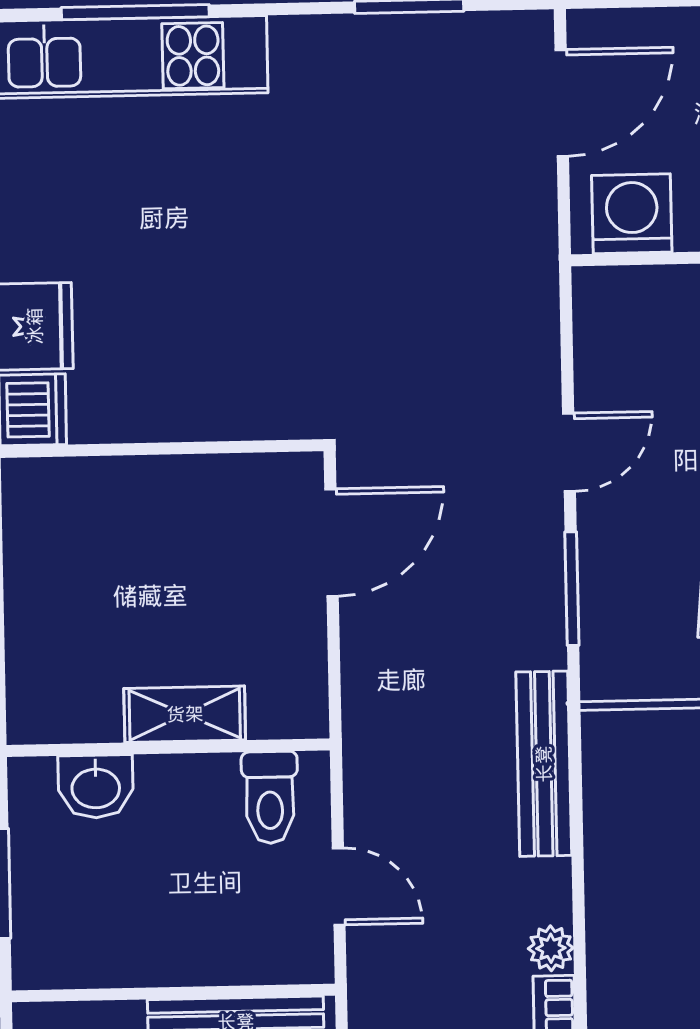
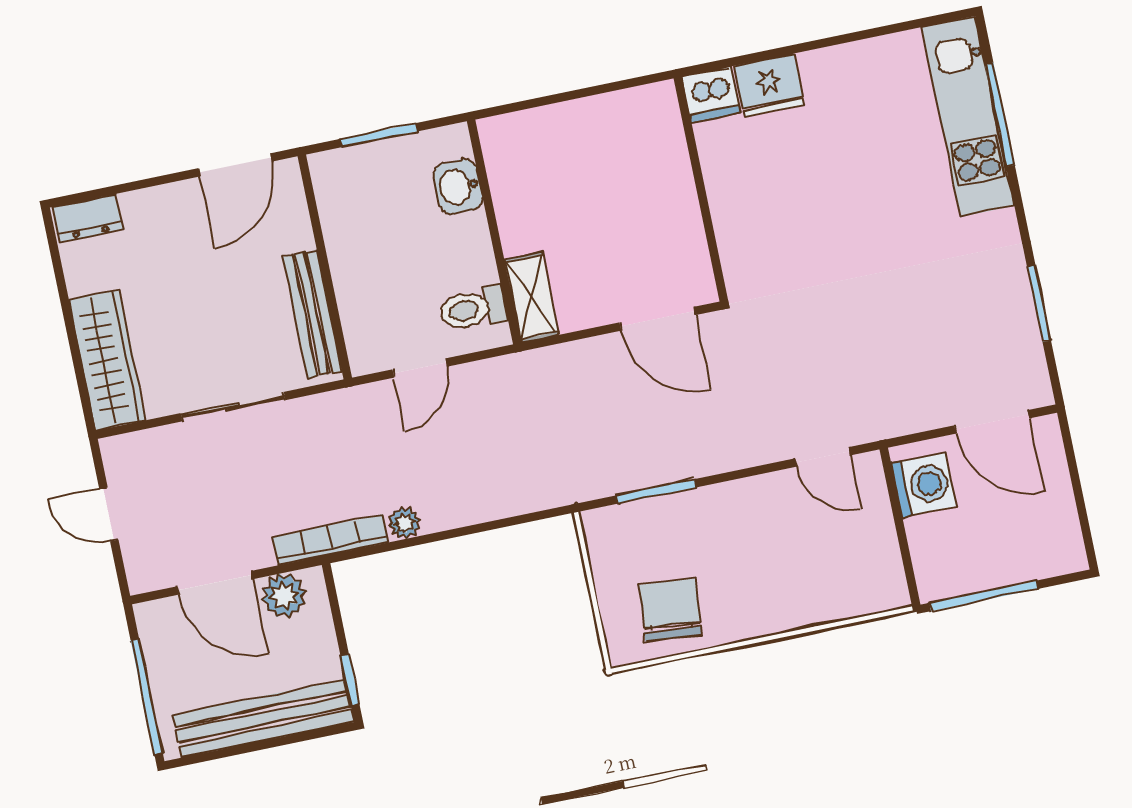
door: (569, 452) -> (823, 457), moved
shelving: (185, 714) -> (532, 297), moved
bench: (544, 764) -> (531, 494), removed

